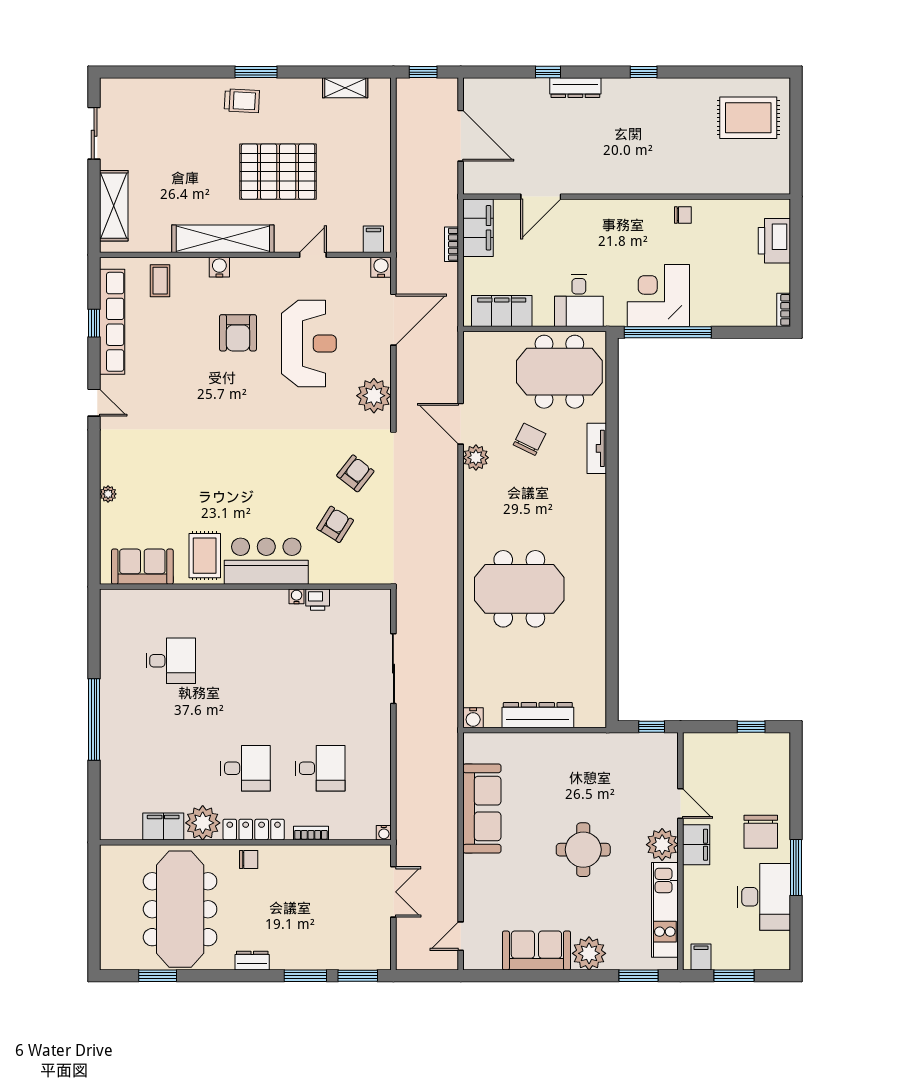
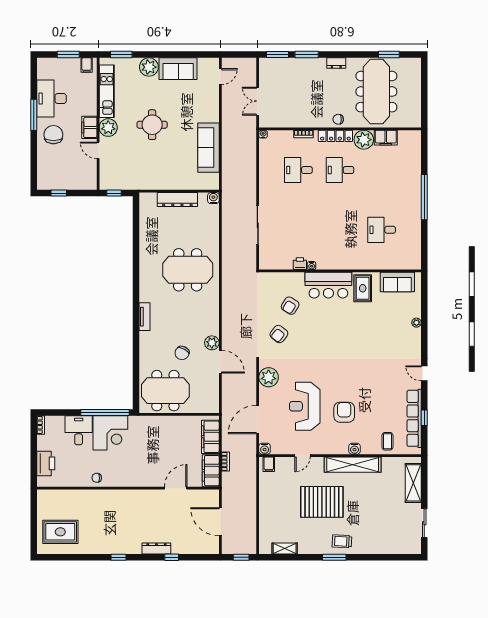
desk: (579, 300) -> (79, 430), moved
filing cabinet: (502, 311) -> (210, 437), moved, turned 90
tv unit: (597, 448) -> (145, 317), moved

